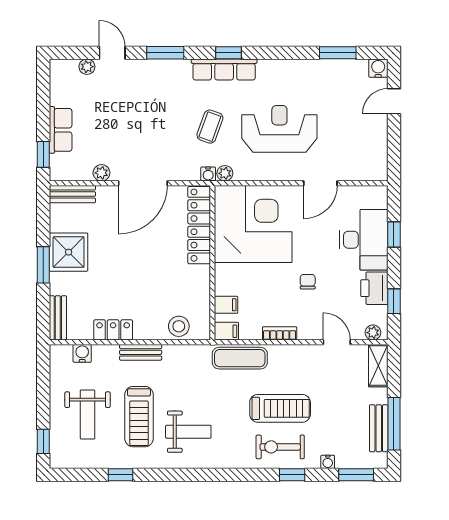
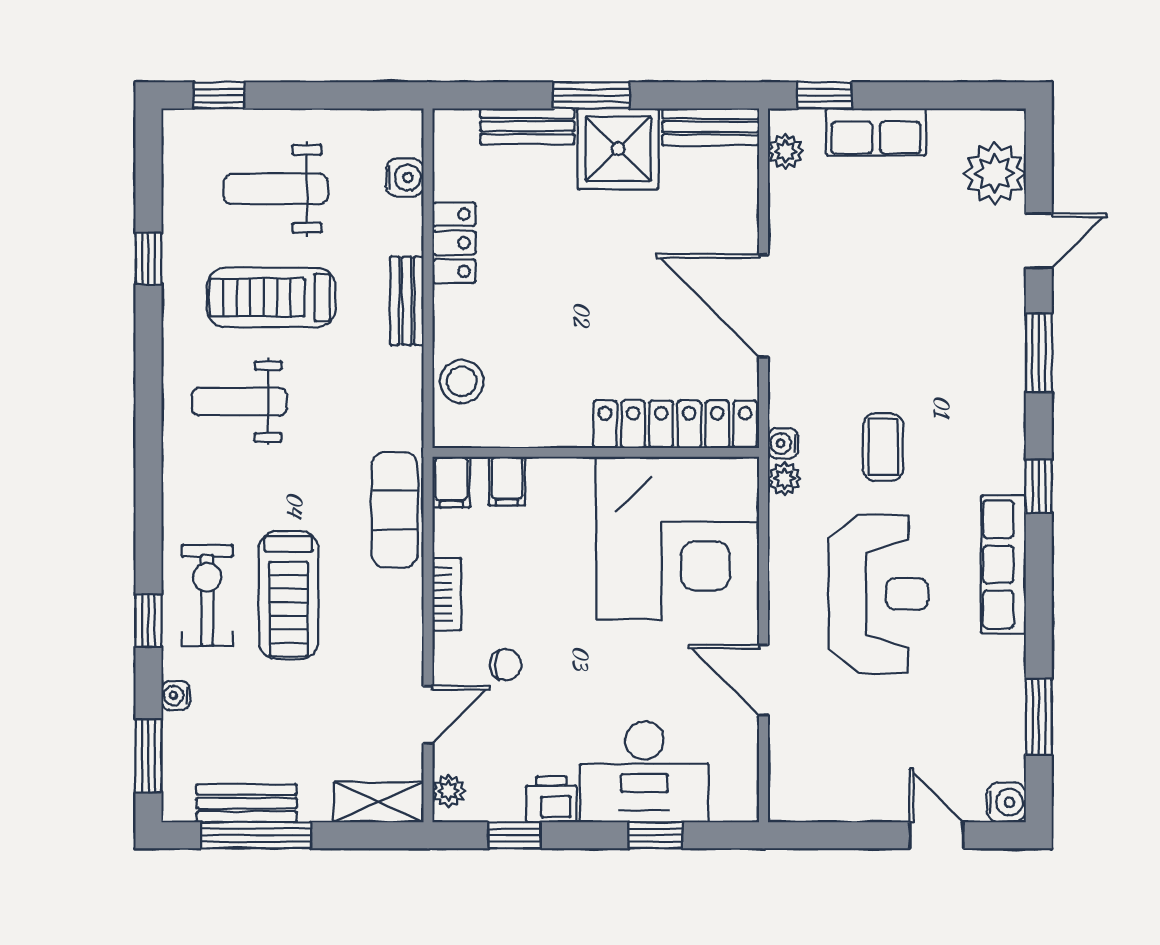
plant: (87, 67) -> (995, 173), width x1.88, depth x1.88
row of seats: (224, 69) -> (1004, 564), moved
coffee table: (210, 127) -> (883, 447), turned 70
plant: (101, 173) -> (785, 151), moved
bench: (72, 194) -> (711, 127), moved, turned 90
chair: (308, 282) -> (506, 665), moved
printer: (374, 288) -> (551, 799), width x0.73, depth x0.81
bench: (58, 318) -> (527, 126), moved
weight bench: (188, 432) -> (239, 402), turned 90

